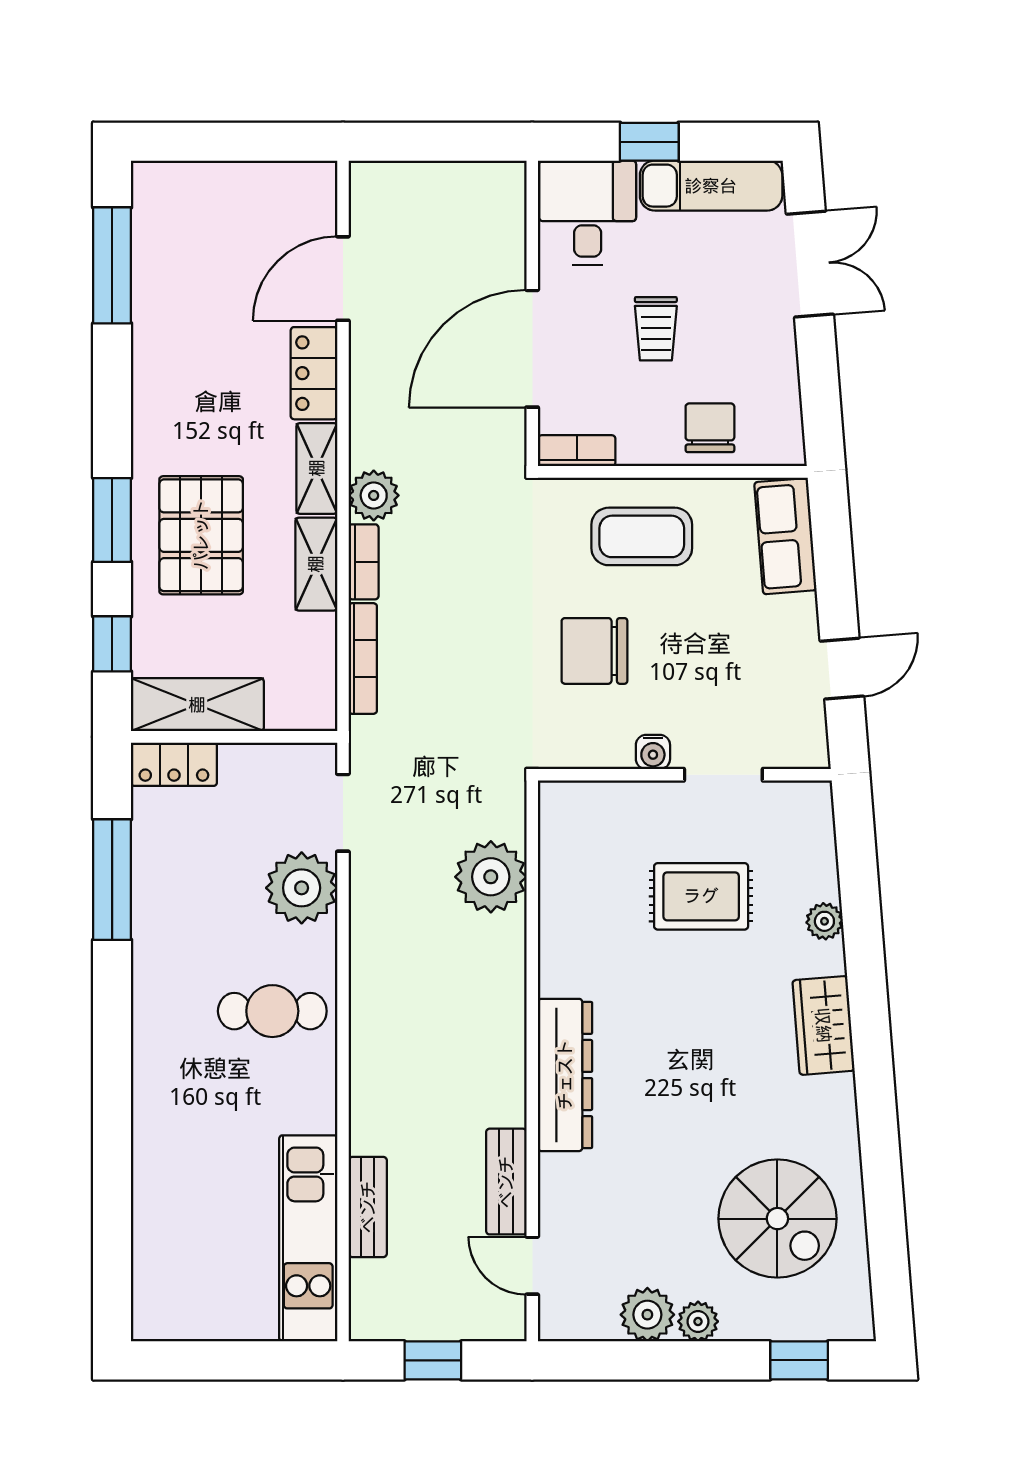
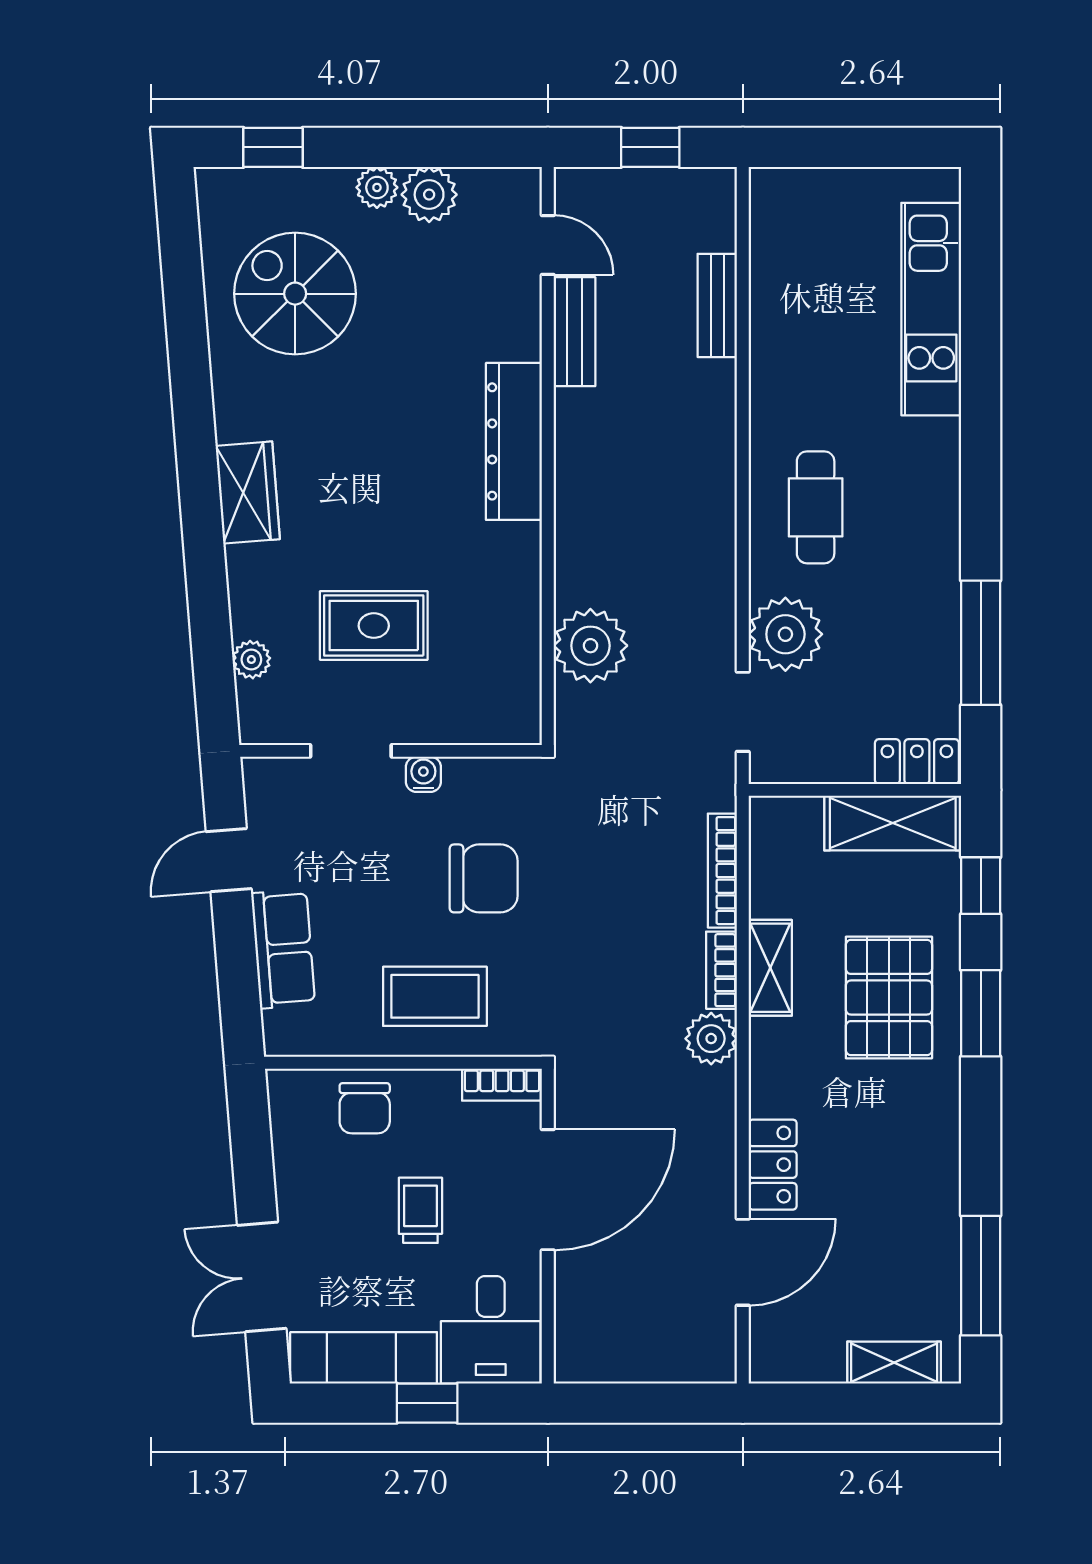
shelving: (317, 468) -> (894, 1363), moved, turned 90
row of seats: (785, 536) -> (283, 949), moved
plant: (824, 921) -> (251, 660), moved
cafe table: (272, 1011) -> (816, 507), turned 90
kitchen unit: (308, 1238) -> (931, 309), moved, turned 180

